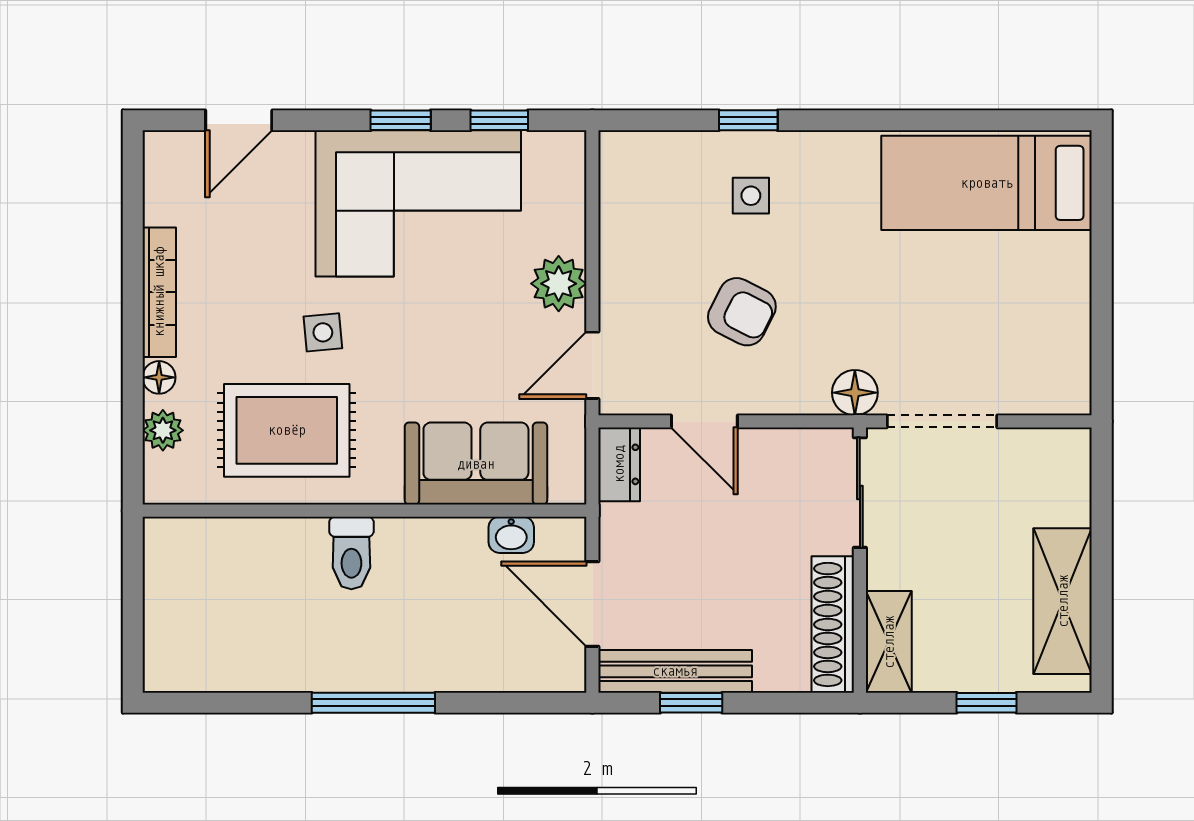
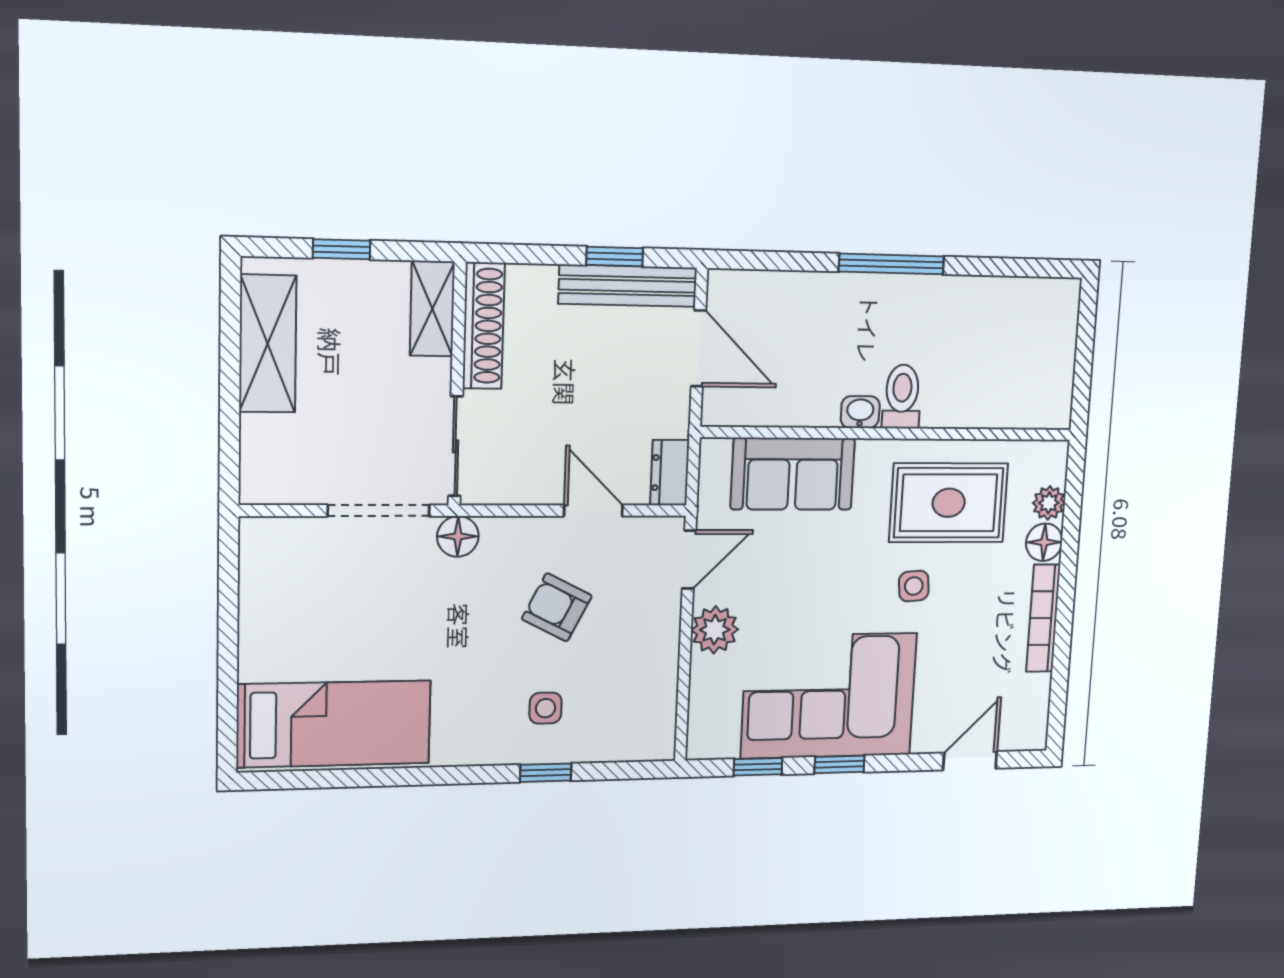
floor lamp: (159, 377) -> (1044, 542), width x1.37, depth x1.37
washbasin: (511, 535) -> (860, 412), moved

